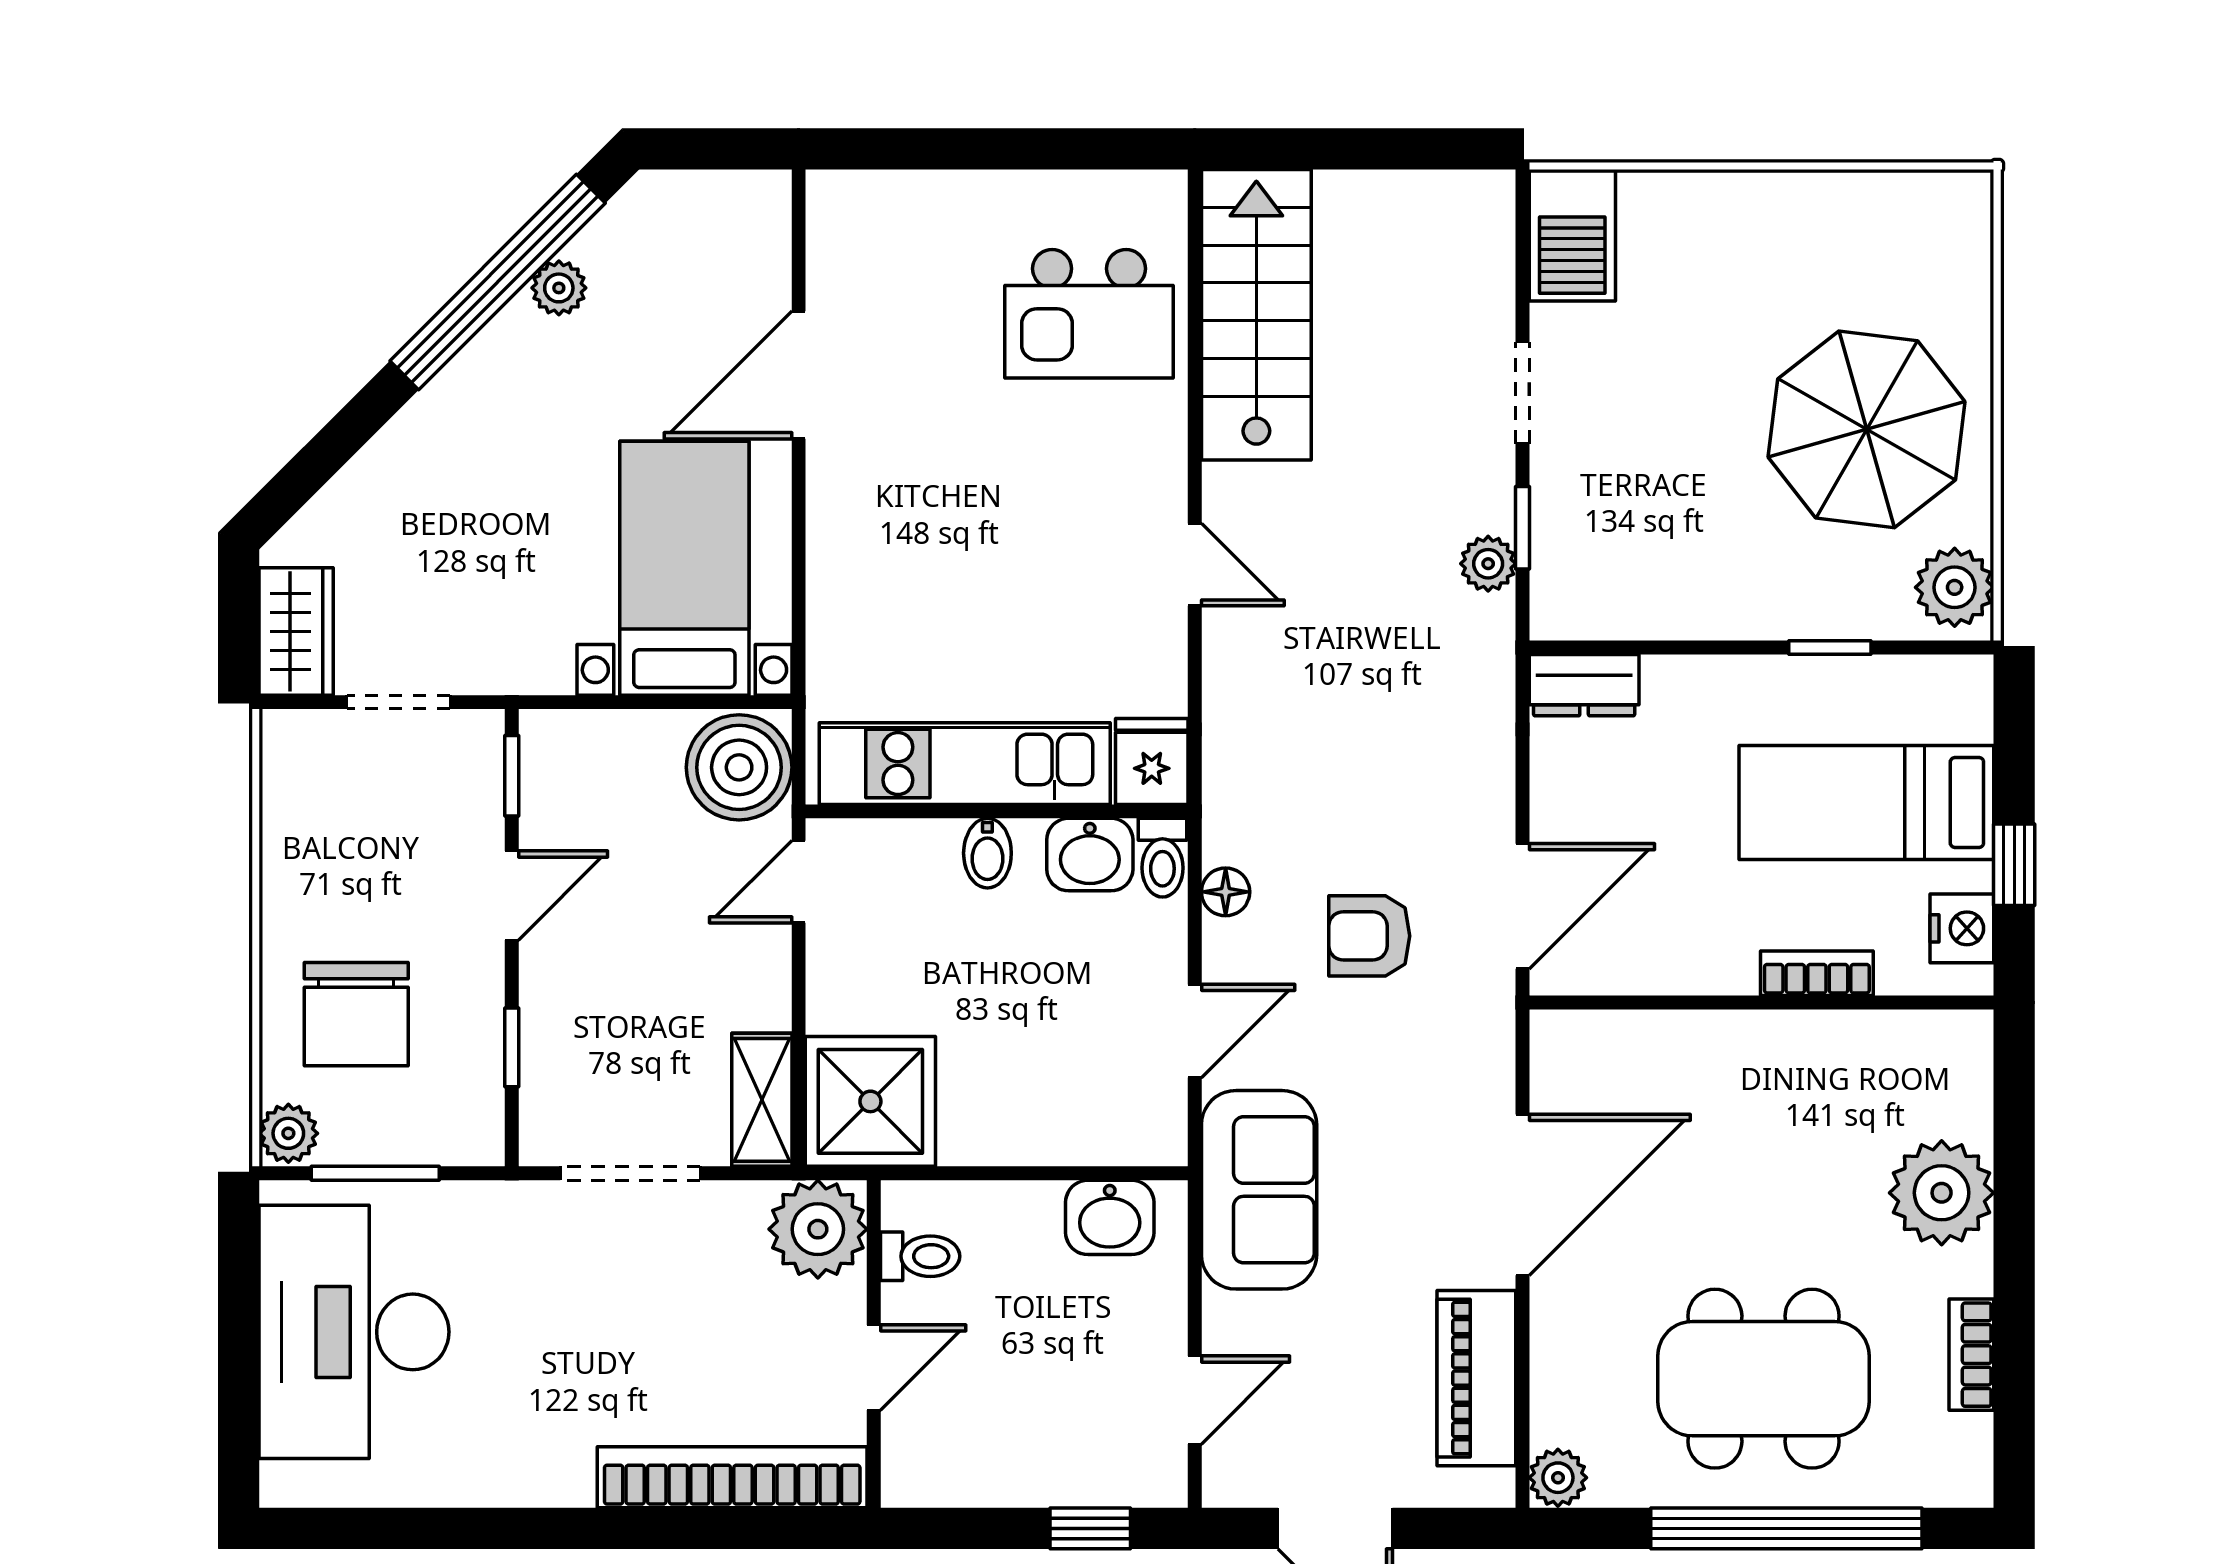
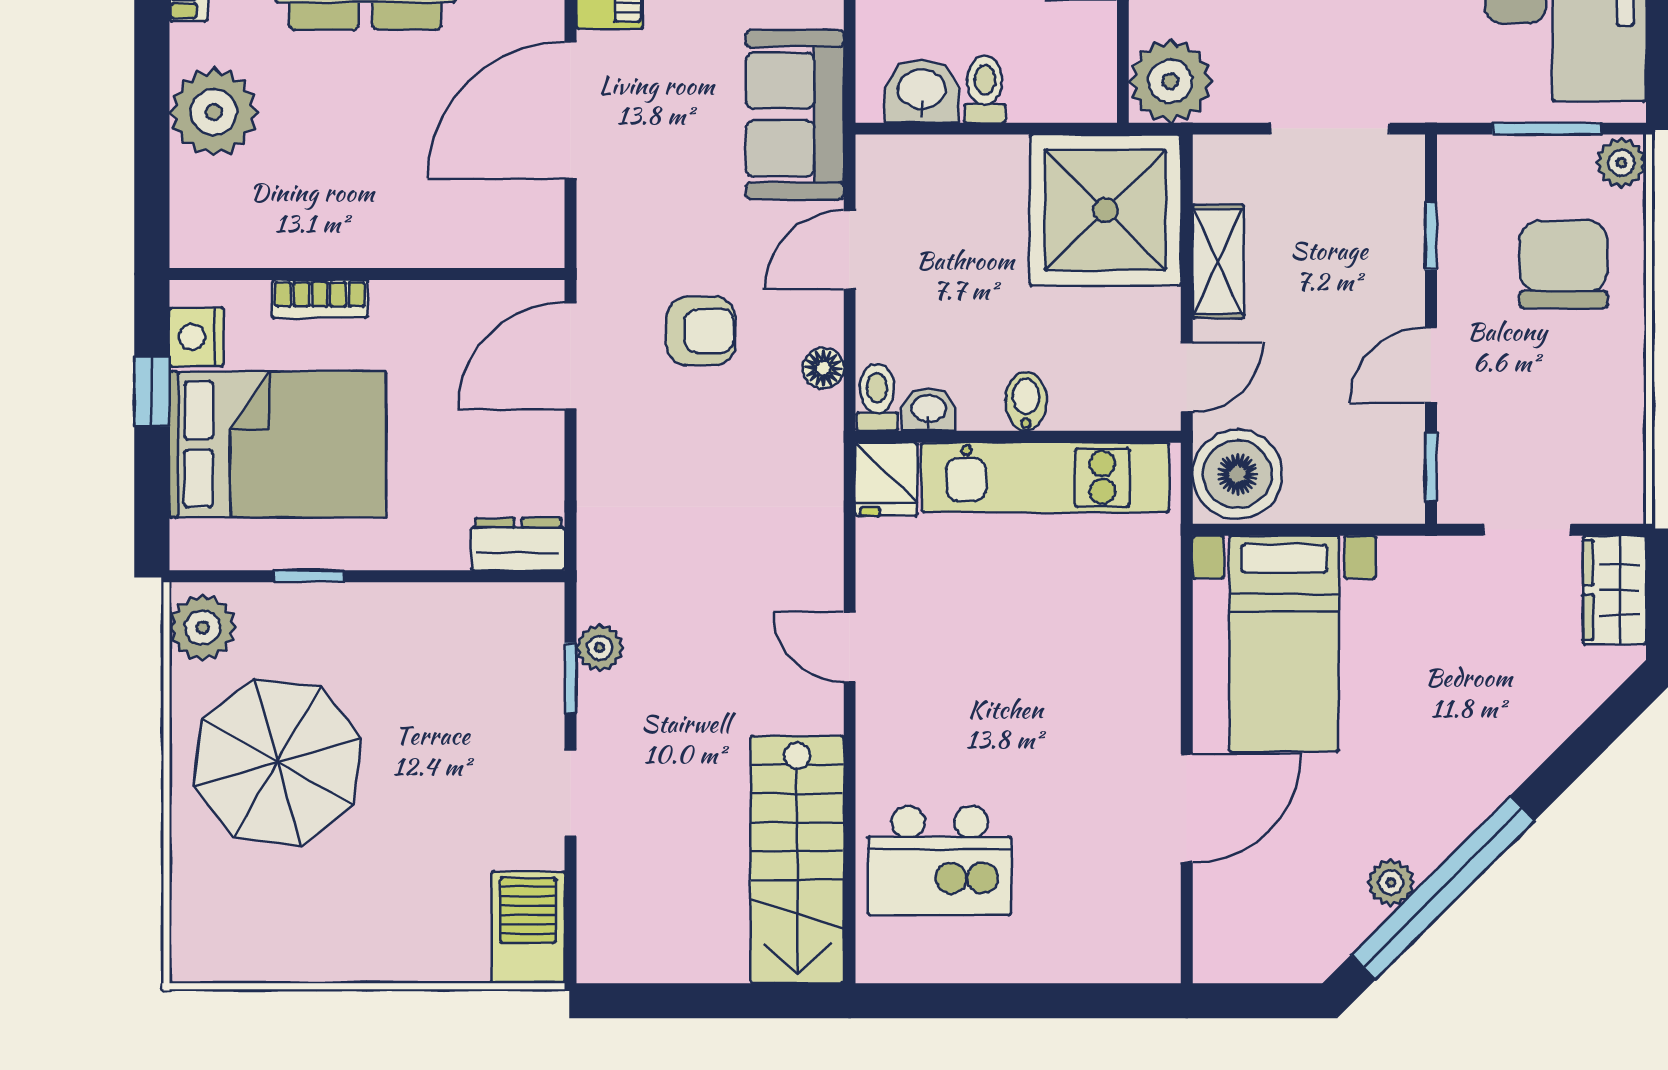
kitchen island: (1089, 314) -> (940, 860), turned 180
bed: (1866, 802) -> (278, 444), width x1.50
washbasin: (1090, 855) -> (929, 410), width x0.72, depth x0.69
shelving: (762, 1100) -> (1218, 261), moved
shower: (870, 1101) -> (1105, 210), width x1.37, depth x1.37
toilet: (920, 1256) -> (985, 89), moved, turned 90

